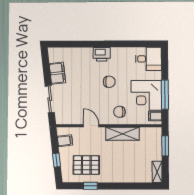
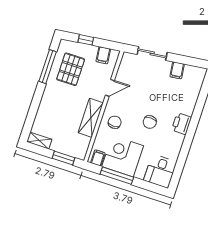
filing cabinet: (57, 73) -> (177, 70), width x0.50
window: (90, 186) -> (48, 67), width x2.17

